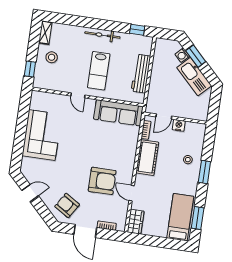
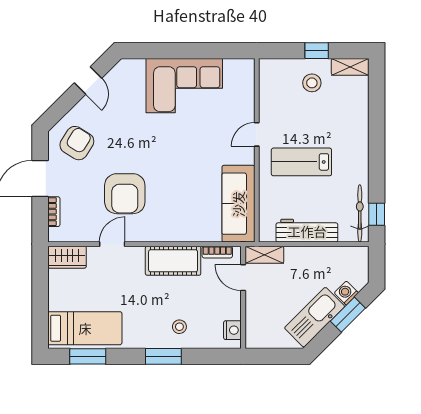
bicycle: (102, 35) -> (360, 213), moved
window: (30, 69) -> (317, 51), moved
shelving: (152, 102) -> (264, 255), added
nightstand: (179, 125) -> (232, 330), moved

